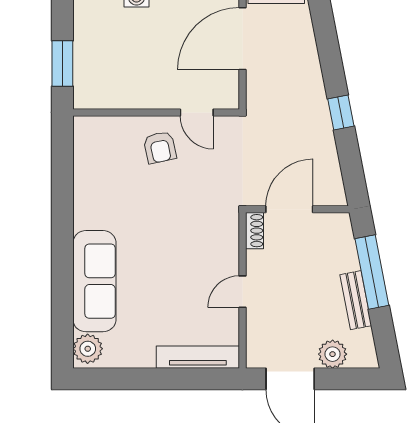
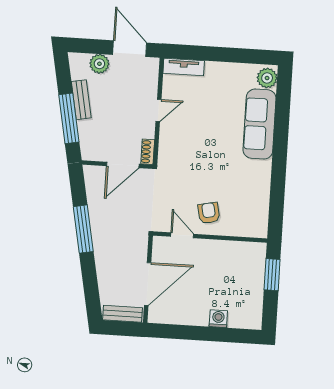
window: (341, 112) -> (83, 229), width x2.17
tv unit: (198, 357) -> (184, 67), width x0.71

